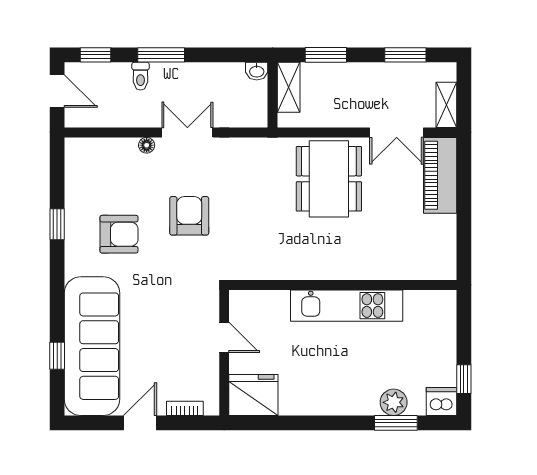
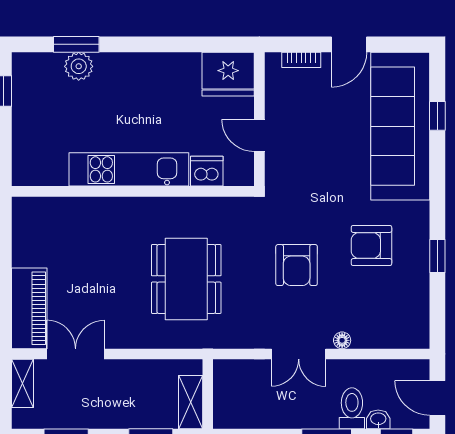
washbasin: (257, 71) -> (378, 419), moved
toilet: (140, 76) -> (352, 408), width x1.37, depth x1.39
dining table: (329, 179) -> (186, 279), moved
dishwasher: (441, 402) -> (207, 171), moved, turned 180

